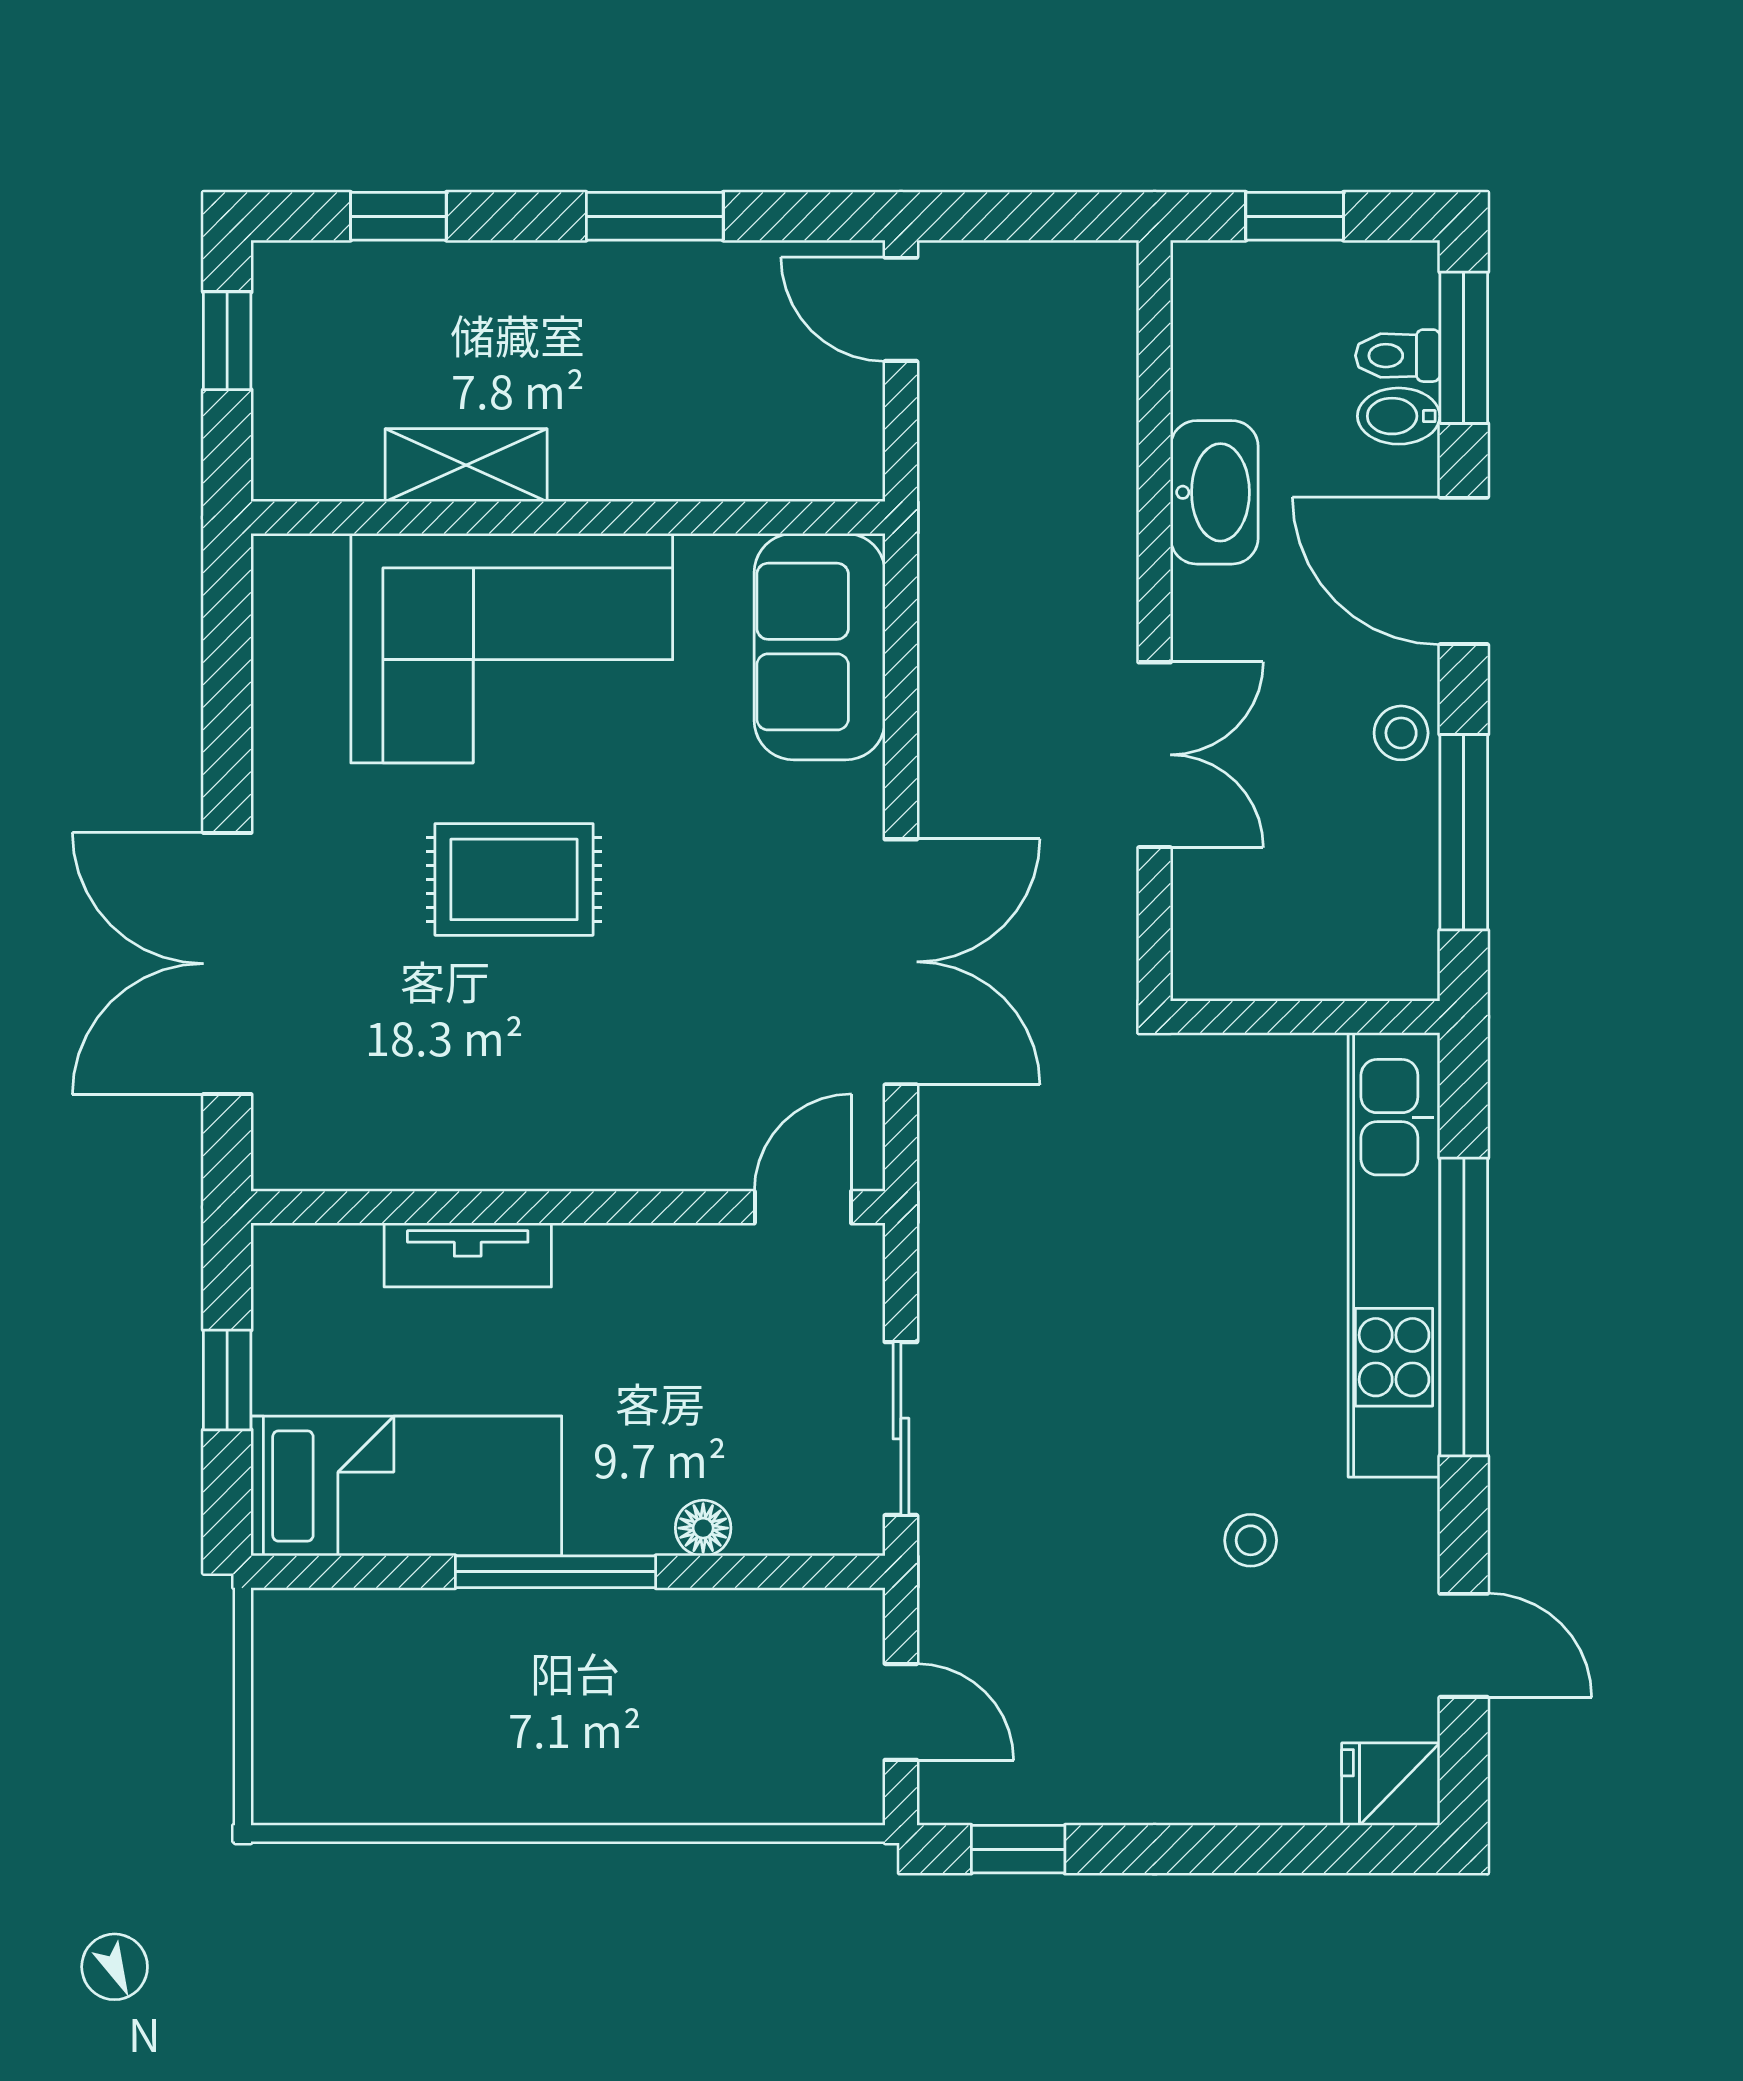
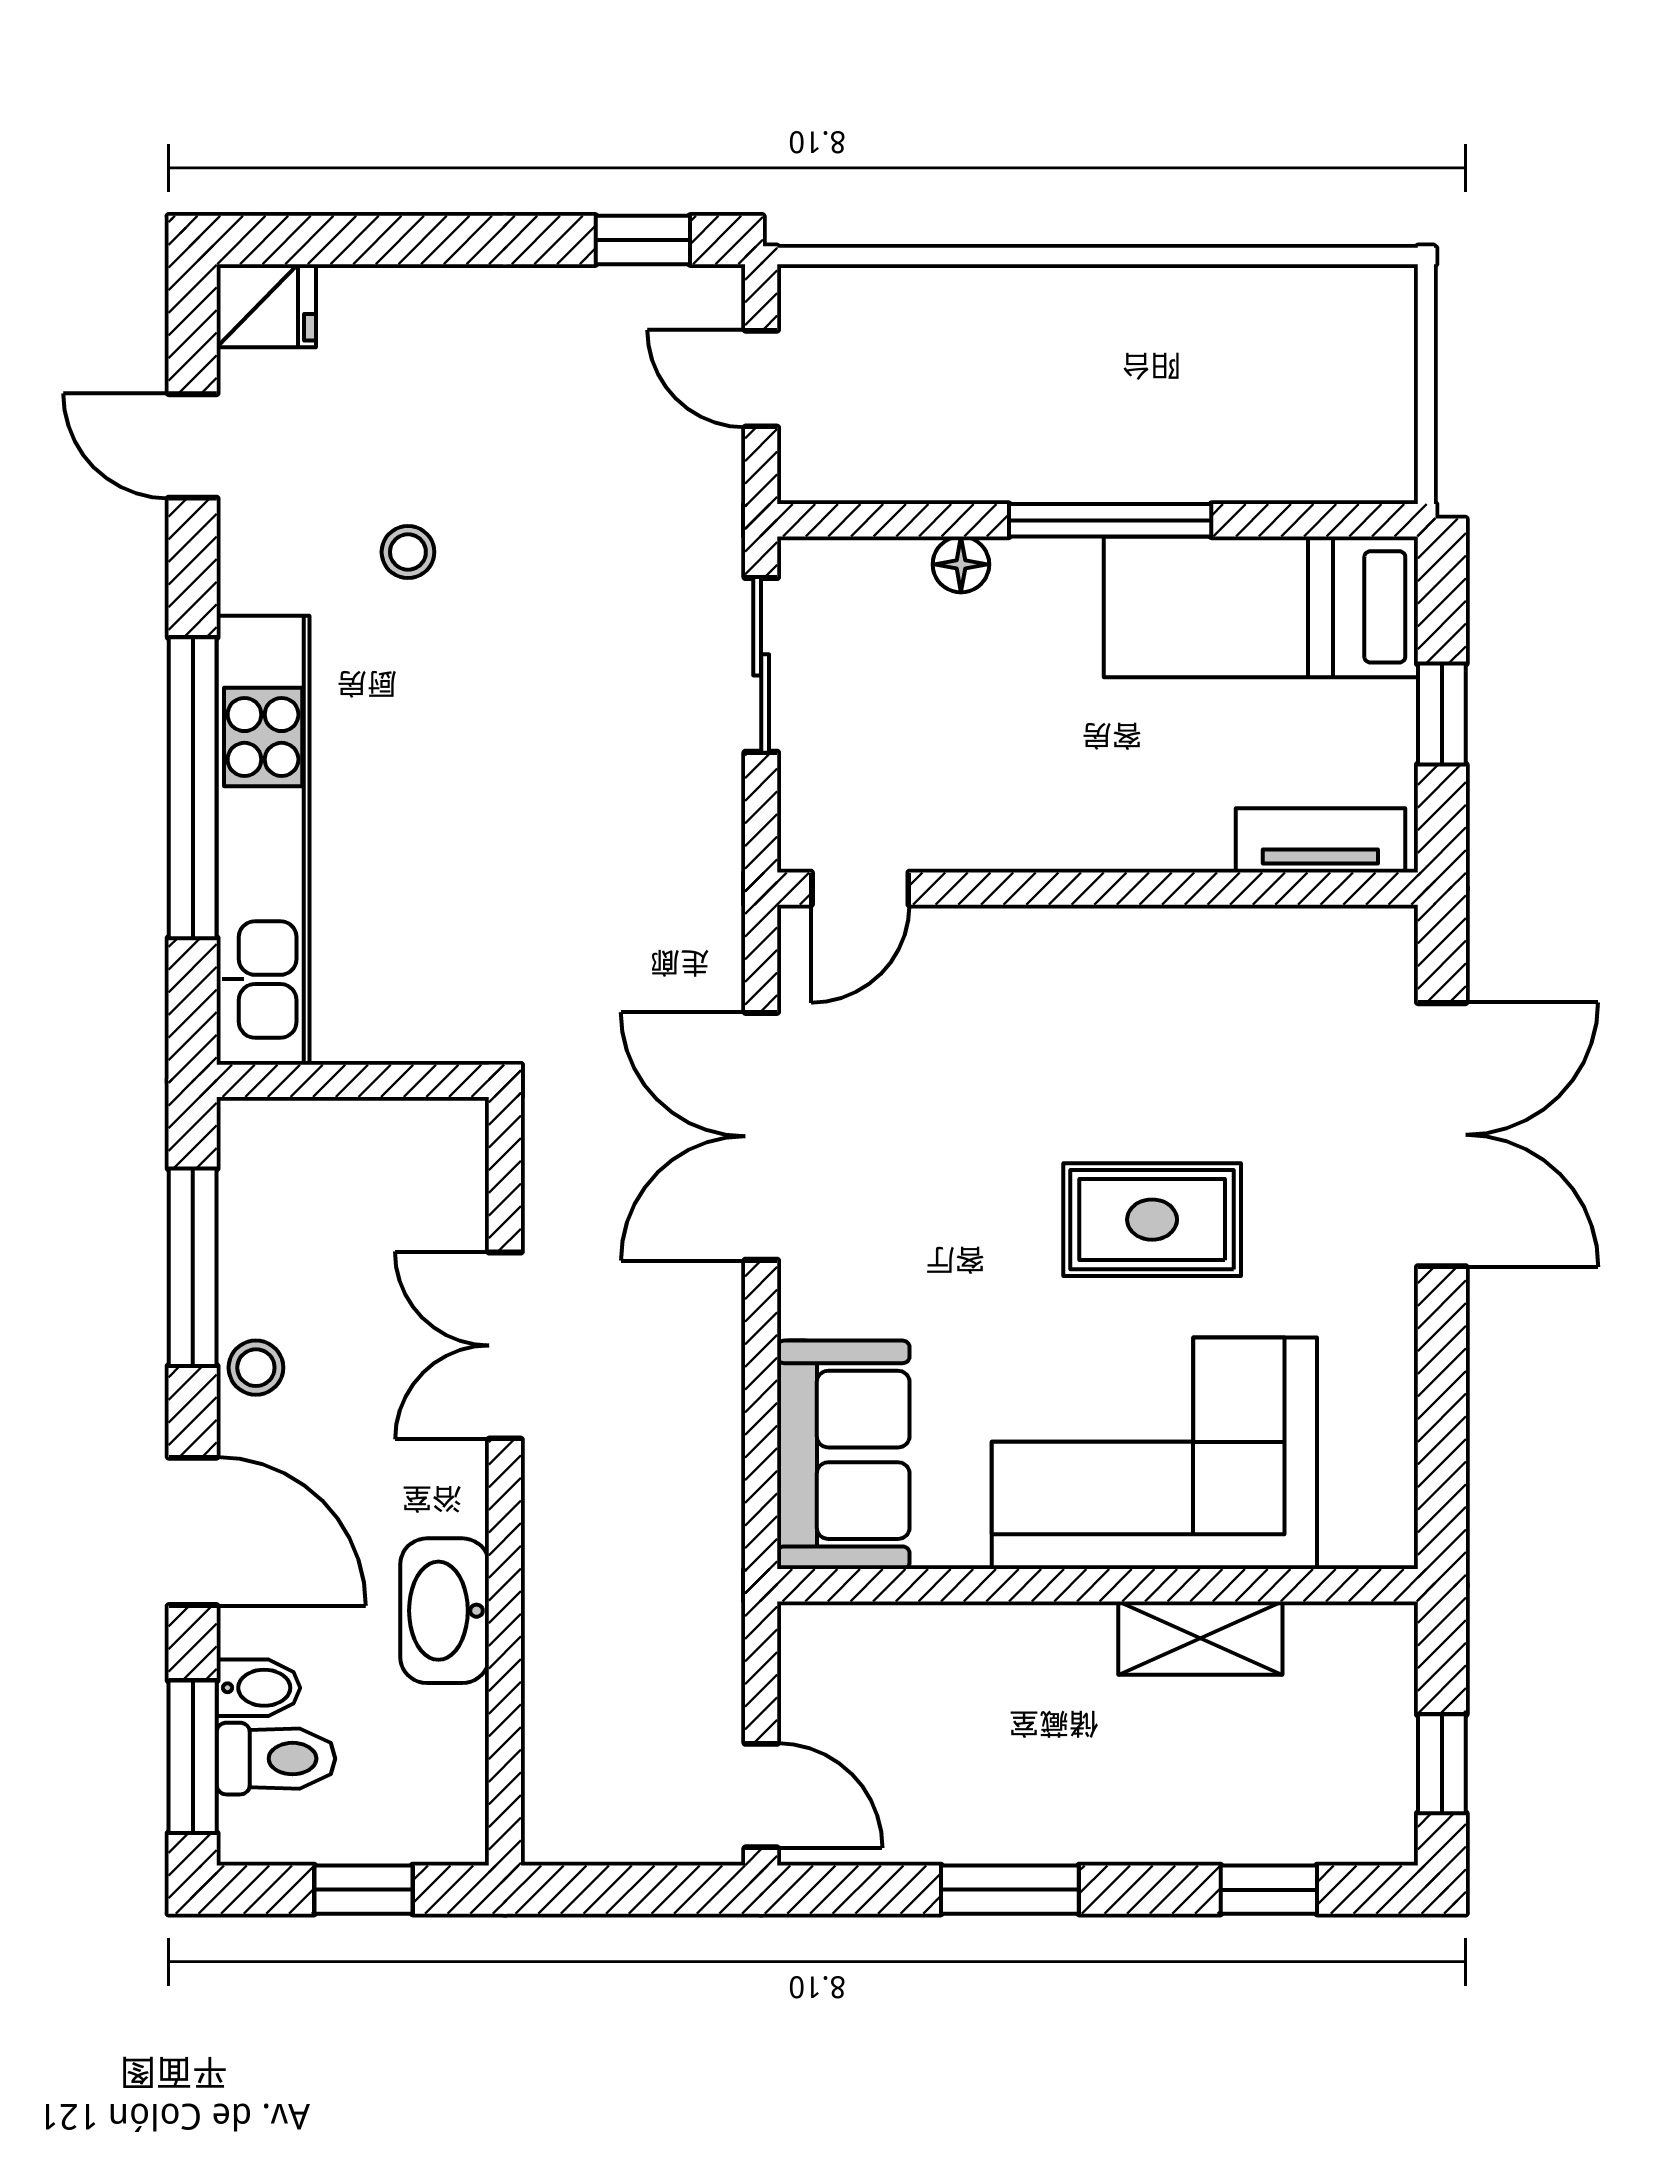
toilet: (1398, 356) -> (276, 1759), width x1.37, depth x1.39
tv unit: (468, 1255) -> (1320, 840), moved

